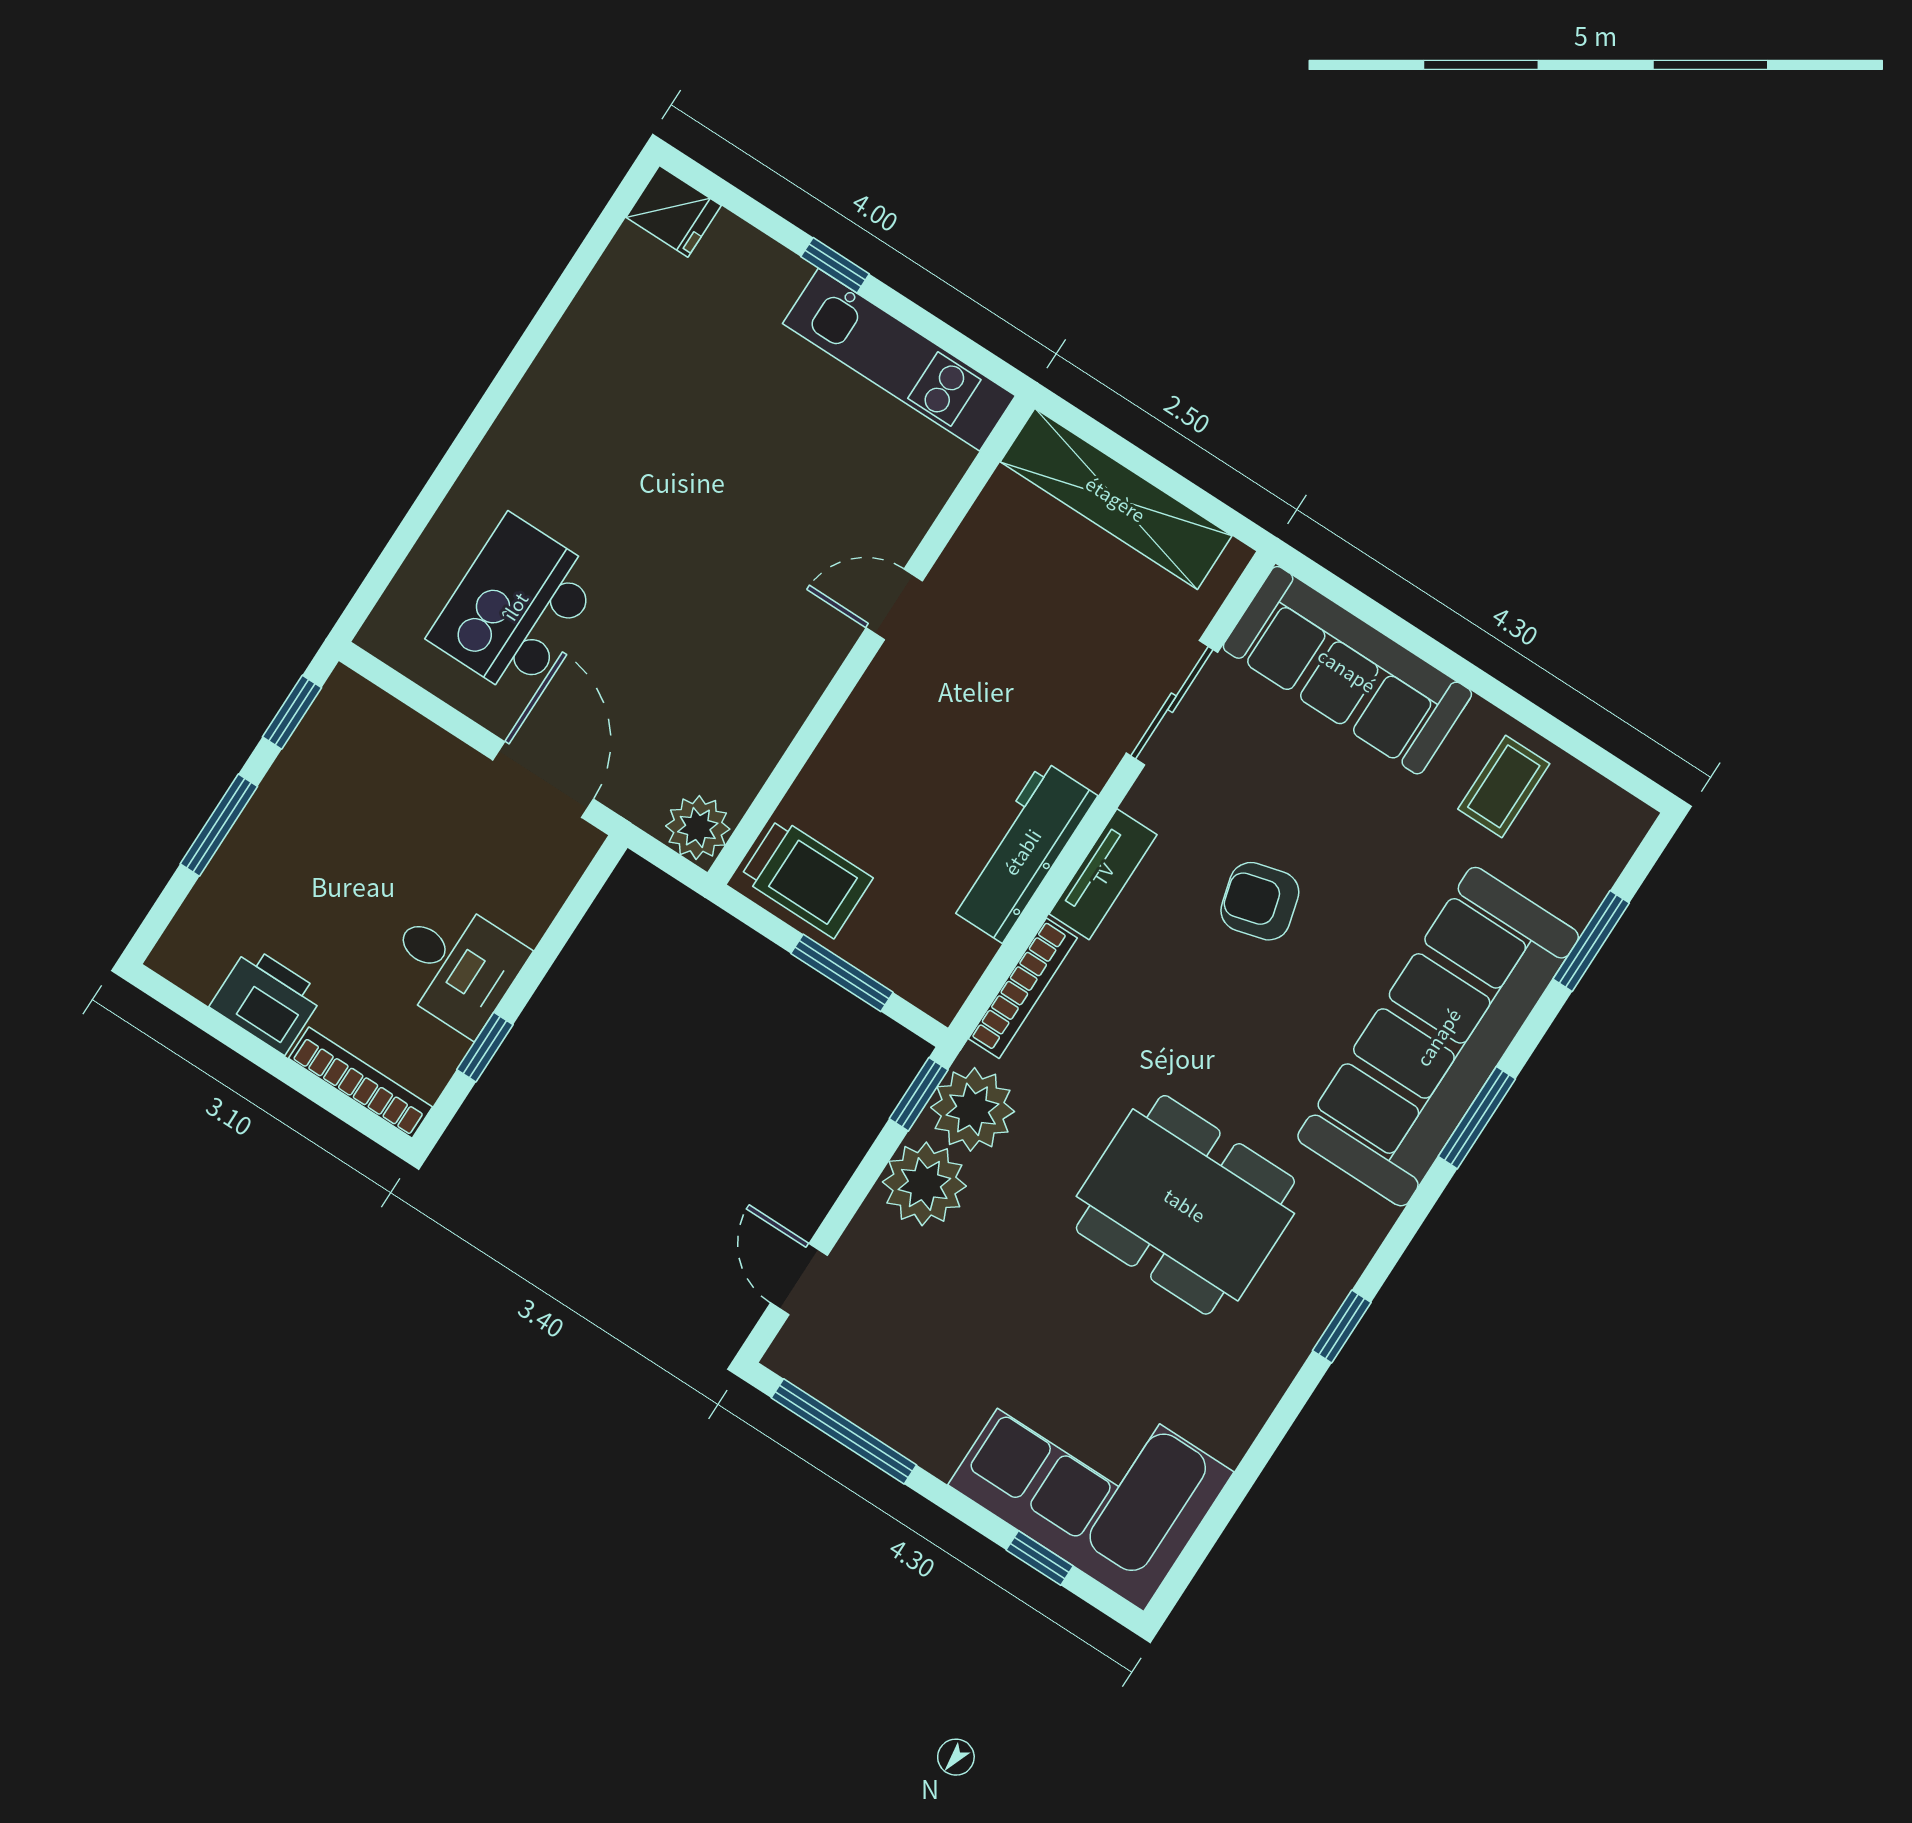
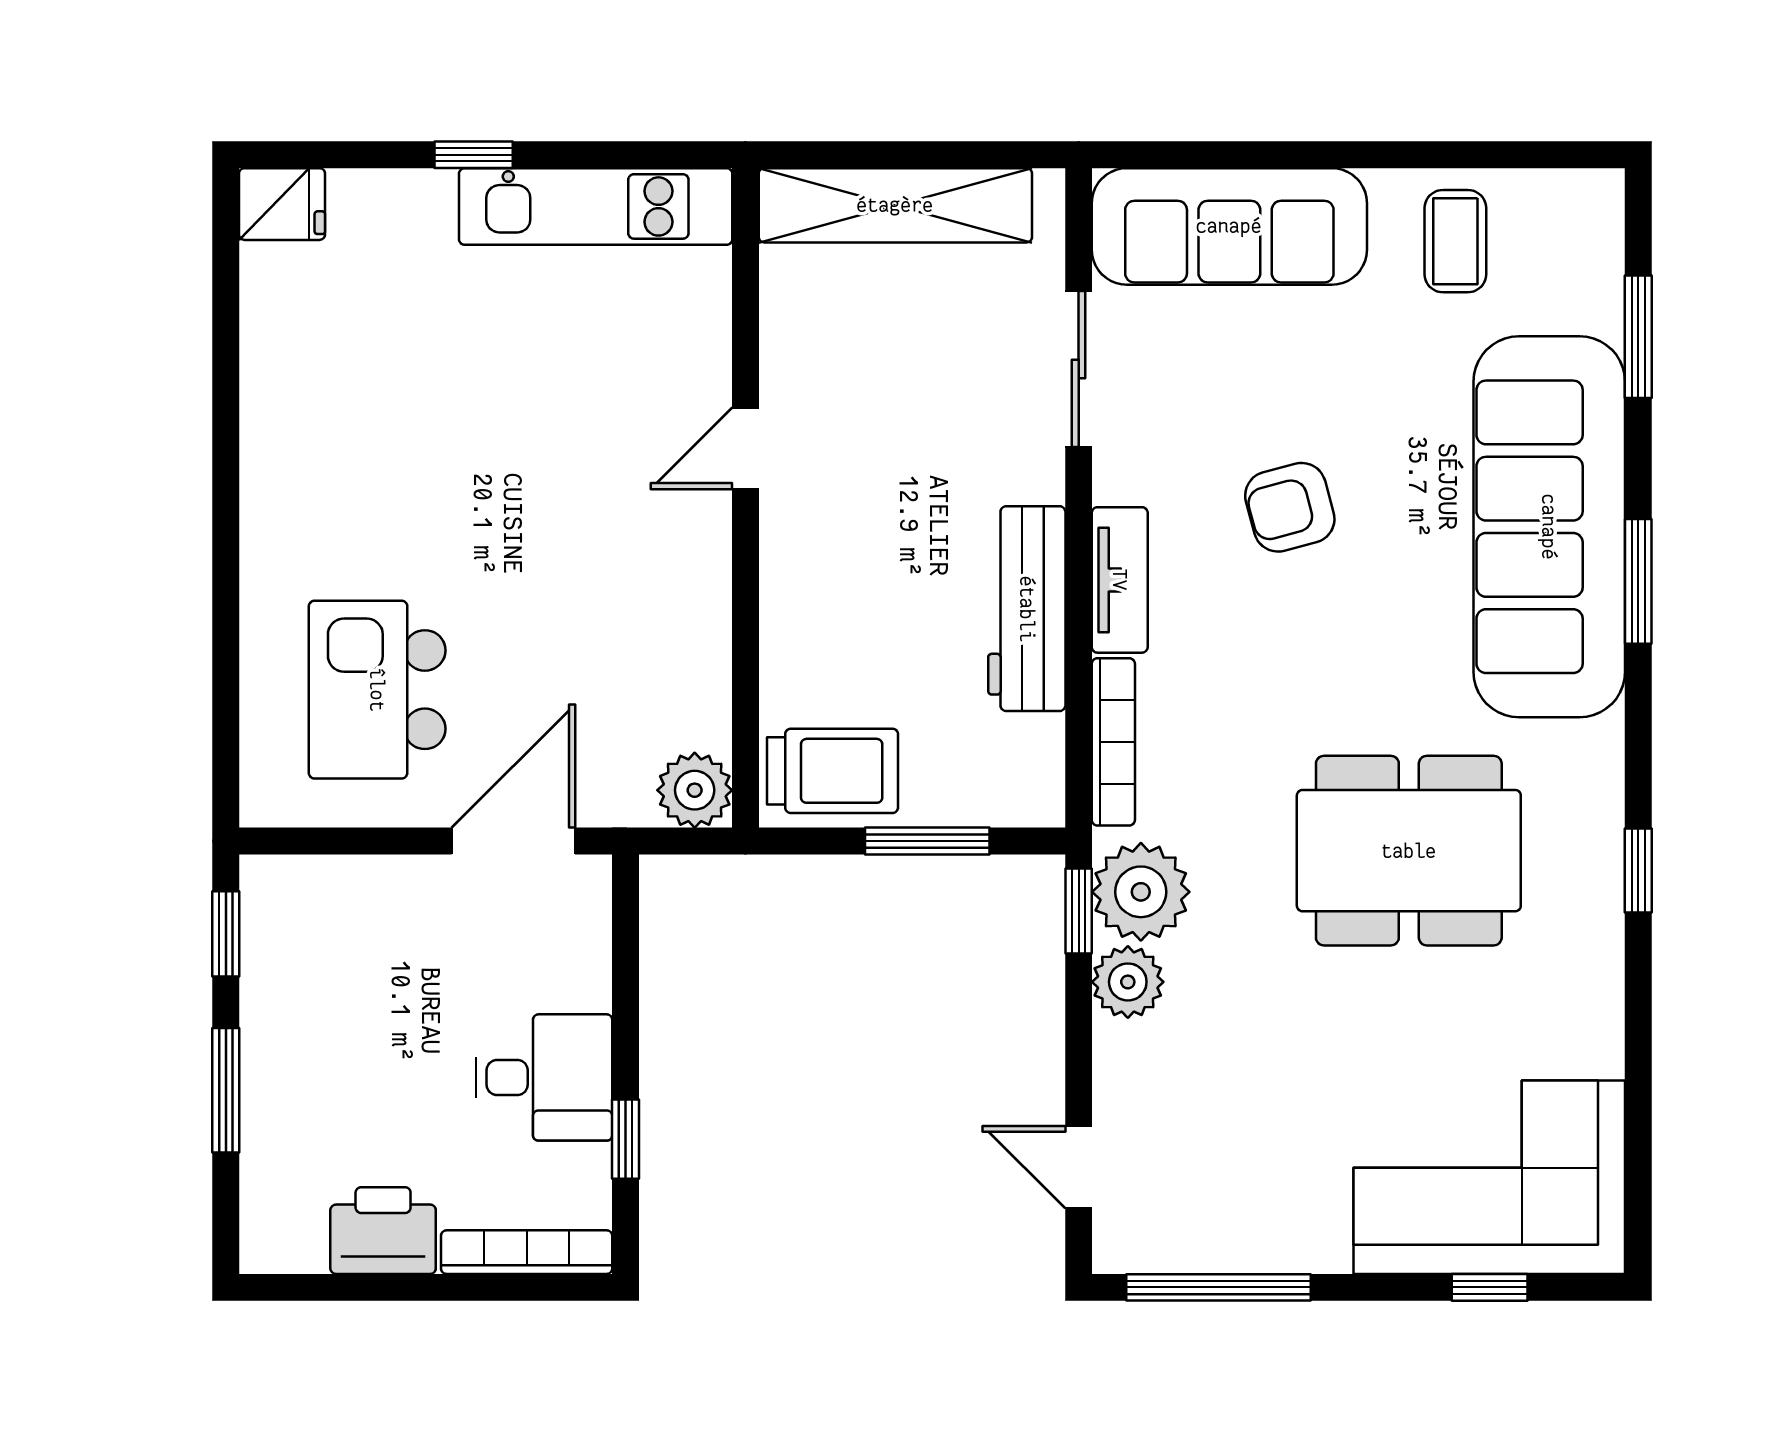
door: (543, 779) -> (513, 841), hinge flipped
plant: (924, 1184) -> (1128, 982), width x0.73, depth x0.73

